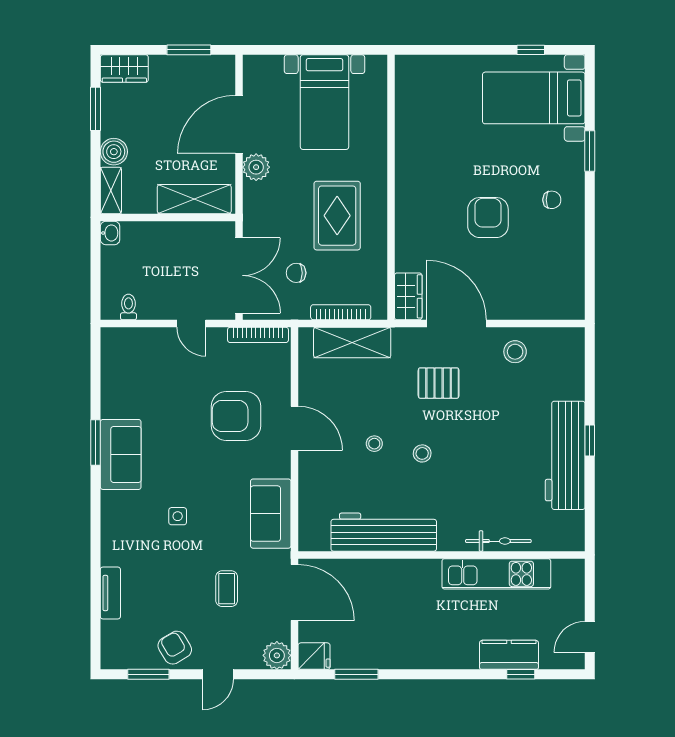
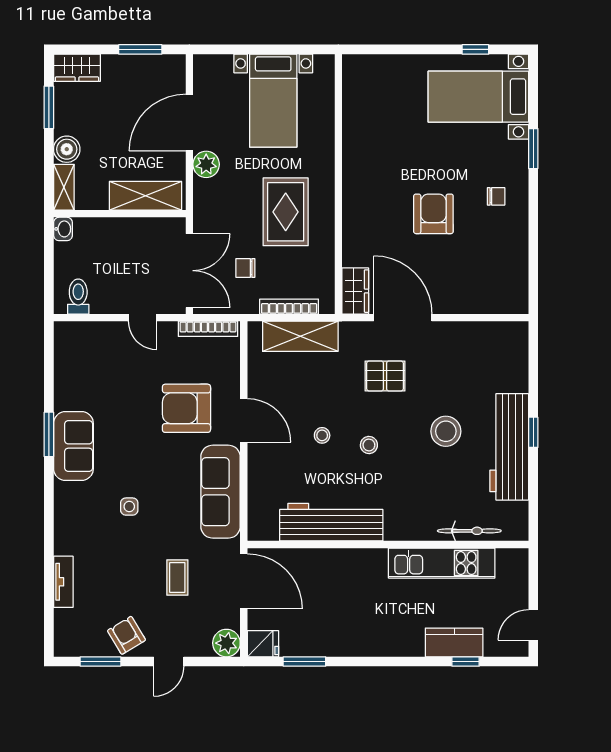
toilet: (128, 307) -> (78, 297), width x1.37, depth x1.39
stool: (515, 352) -> (446, 431), moved, width x1.38, depth x1.38
sofa: (271, 514) -> (221, 492), width x1.36
bicycle: (498, 541) -> (469, 531), moved

